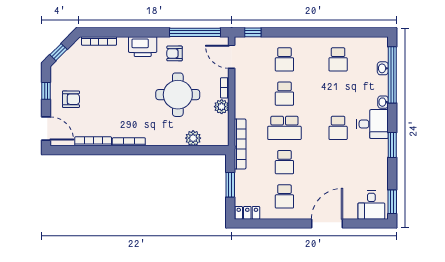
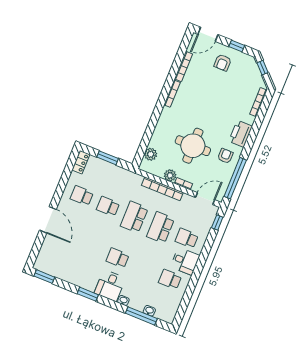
window: (392, 75) -> (141, 316), width x0.68
school desk: (284, 94) -> (160, 228), width x1.85
plant: (193, 138) -> (151, 154), moved
bookcase: (240, 144) -> (162, 189), moved
desk: (371, 205) -> (185, 261), moved, turned 180

